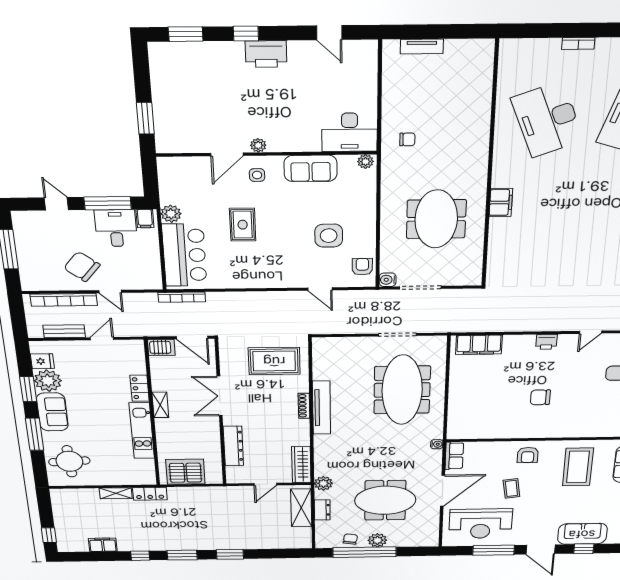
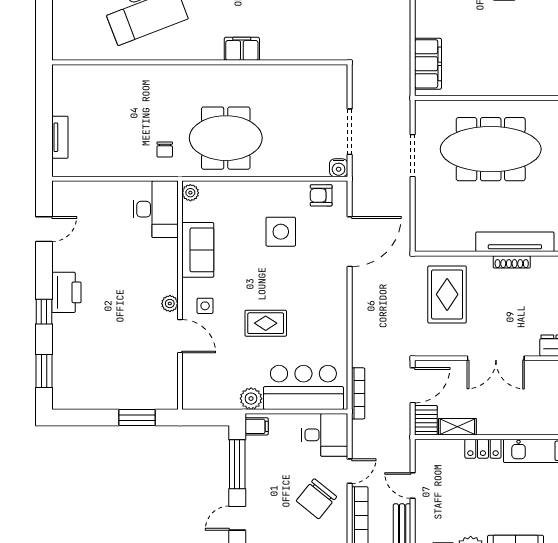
chair: (407, 139) -> (165, 150), turned 180
meeting table: (436, 219) -> (226, 138), moved
desk: (116, 228) -> (325, 435), moved, turned 180
door: (320, 289) -> (350, 242), width x1.87
shelving: (160, 405) -> (457, 427), moved

